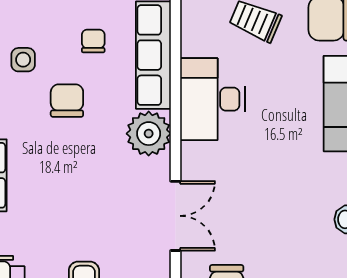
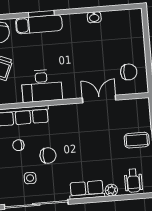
chair: (67, 101) -> (48, 155), turned 180
plant: (149, 134) -> (61, 115), removed

